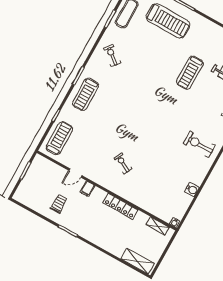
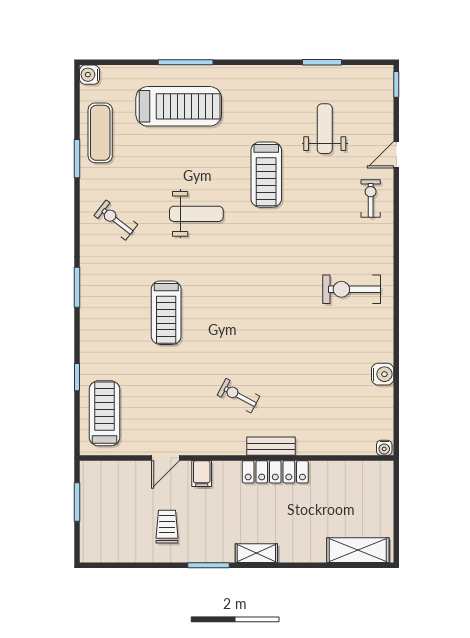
weight bench: (149, 73) -> (196, 214), added
treadmill: (86, 94) -> (166, 313), moved
bench: (125, 194) -> (271, 446), added
shelving: (158, 226) -> (256, 553), moved

